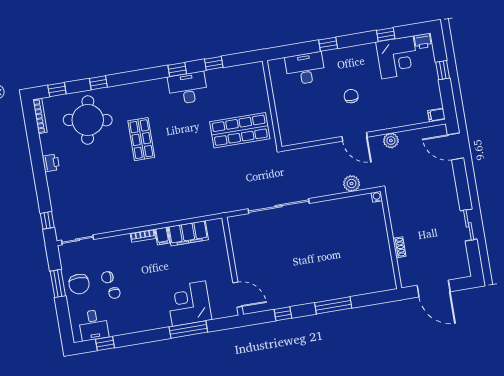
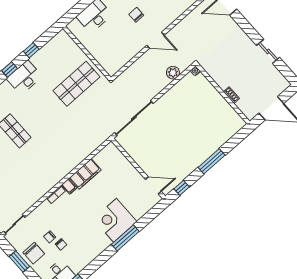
plant: (391, 141) -> (181, 28), removed
wall: (233, 266) -> (138, 168), moved
door: (237, 295) -> (153, 185), moved

